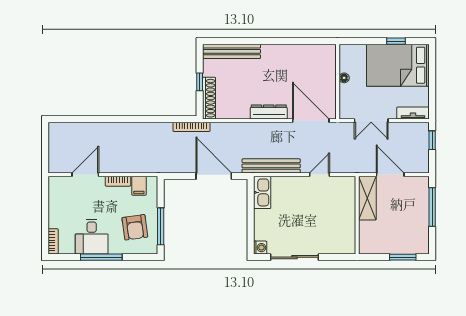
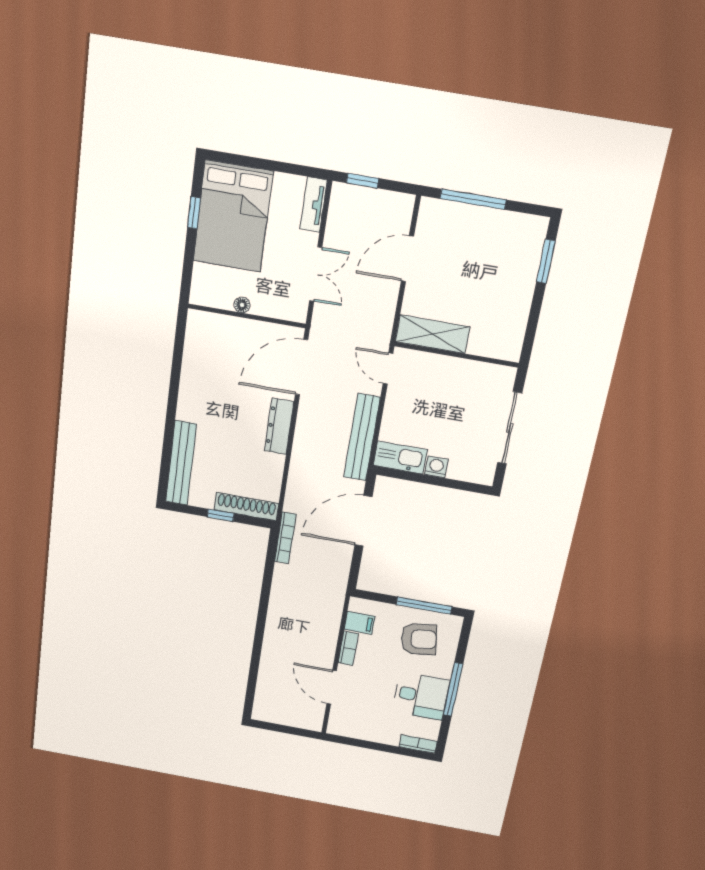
shelving: (367, 198) -> (432, 334), moved
wall: (357, 215) -> (456, 355), moved
washing machine: (260, 248) -> (436, 467), moved

